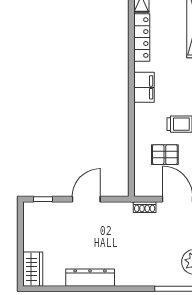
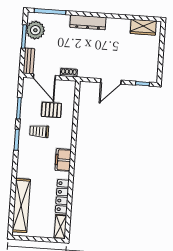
wardrobe: (33, 269) -> (143, 27), moved, turned -90
dresser: (90, 278) -> (88, 22), moved

